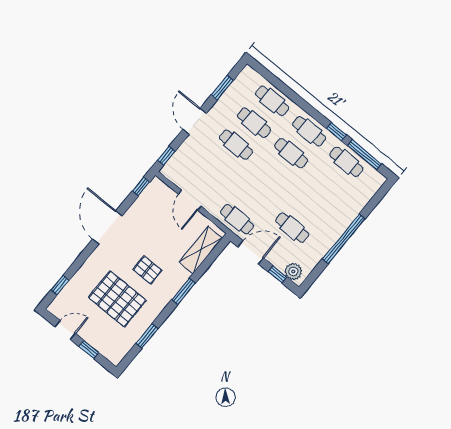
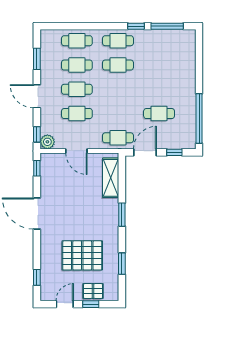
cafe table: (346, 162) -> (77, 114), moved
window: (344, 239) -> (199, 119), moved
pallet: (147, 270) -> (93, 291), moved
plant: (293, 271) -> (47, 142), moved

